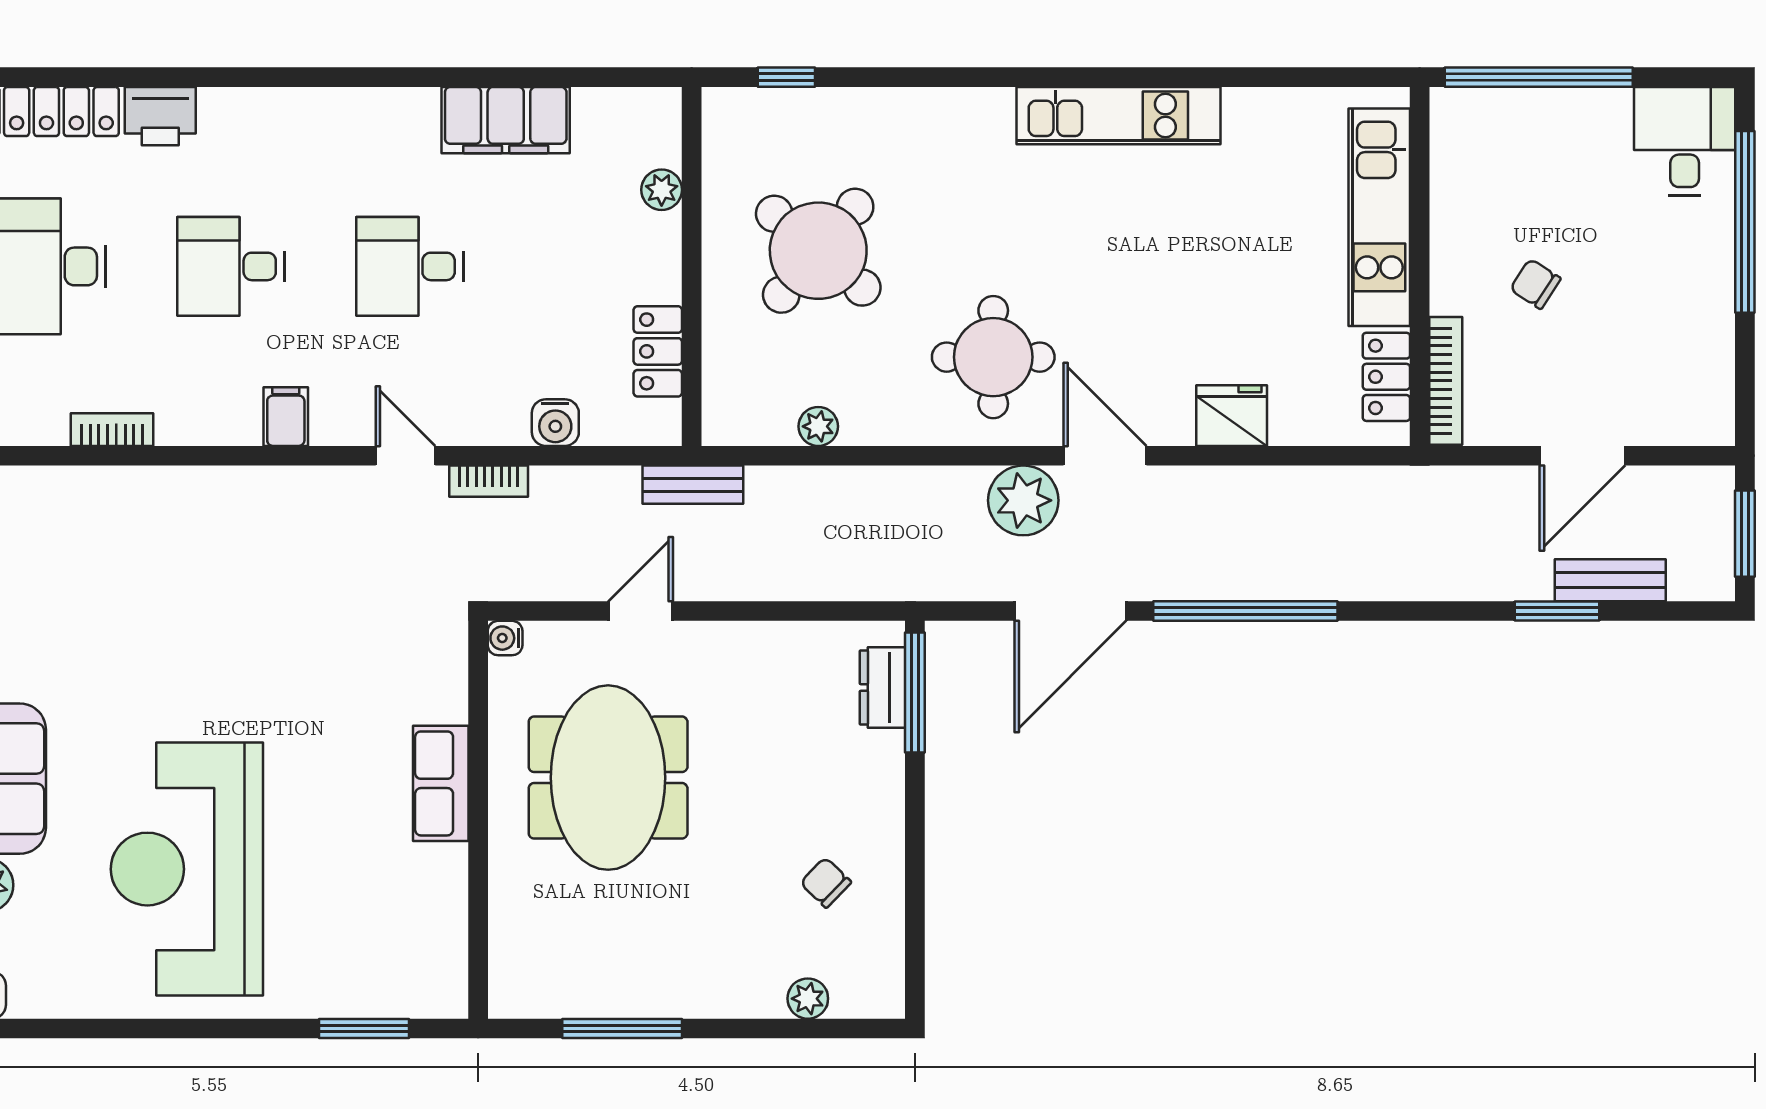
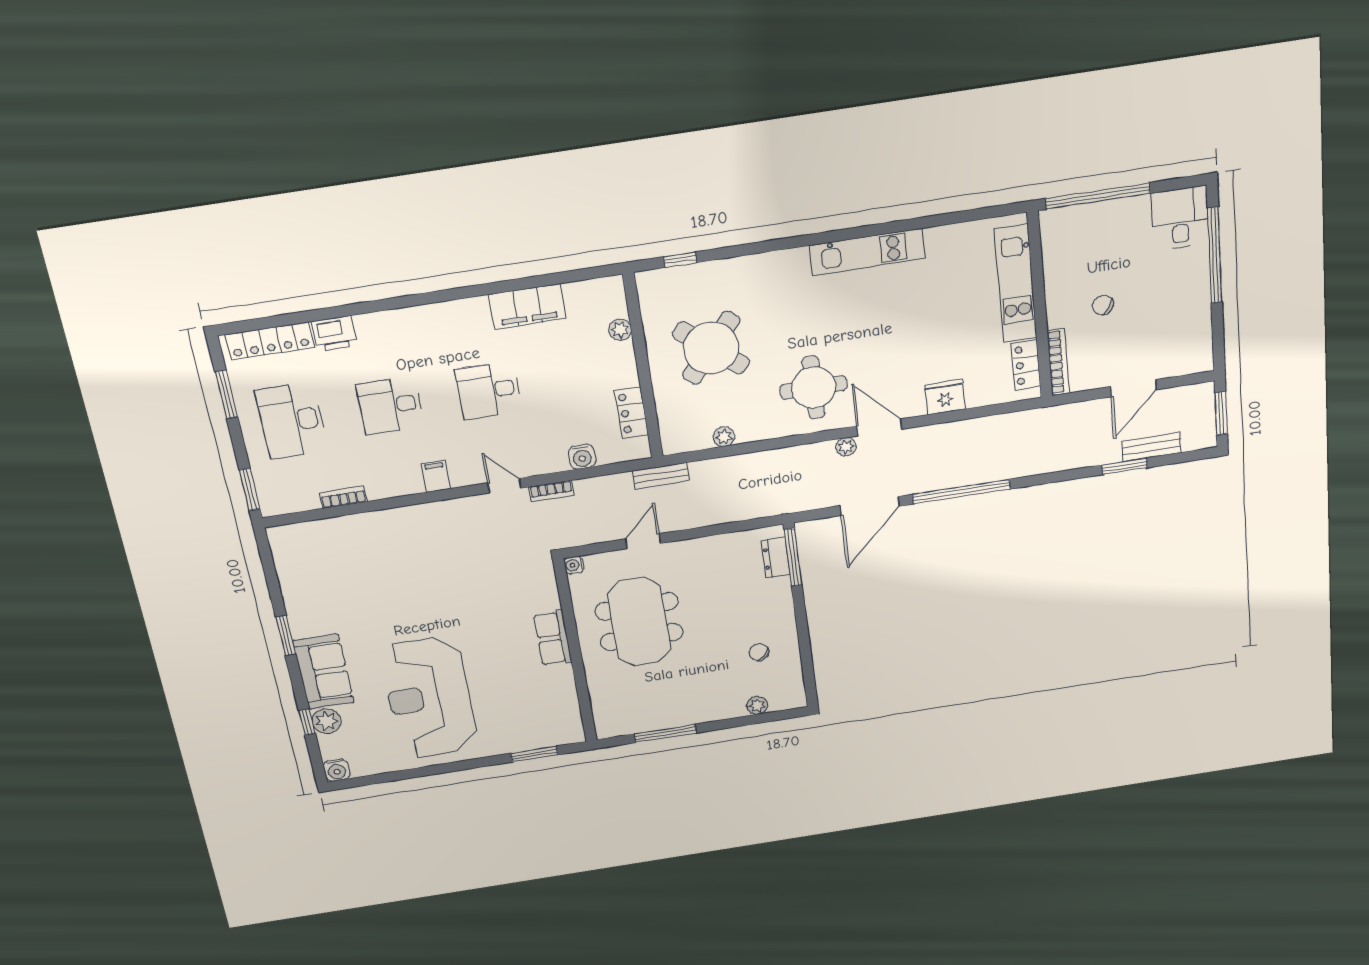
plant: (1023, 500) -> (846, 447), width x0.53, depth x0.53

